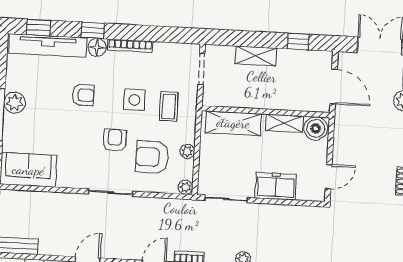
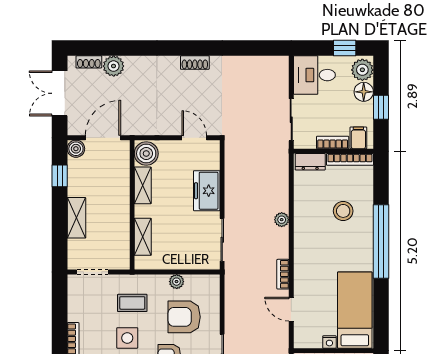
boiler: (324, 59) -> (76, 149), added
shelving: (233, 123) -> (143, 237), width x0.67, depth x0.75
armchair: (152, 157) -> (184, 317), turned 90
plant: (186, 187) -> (213, 282), removed

